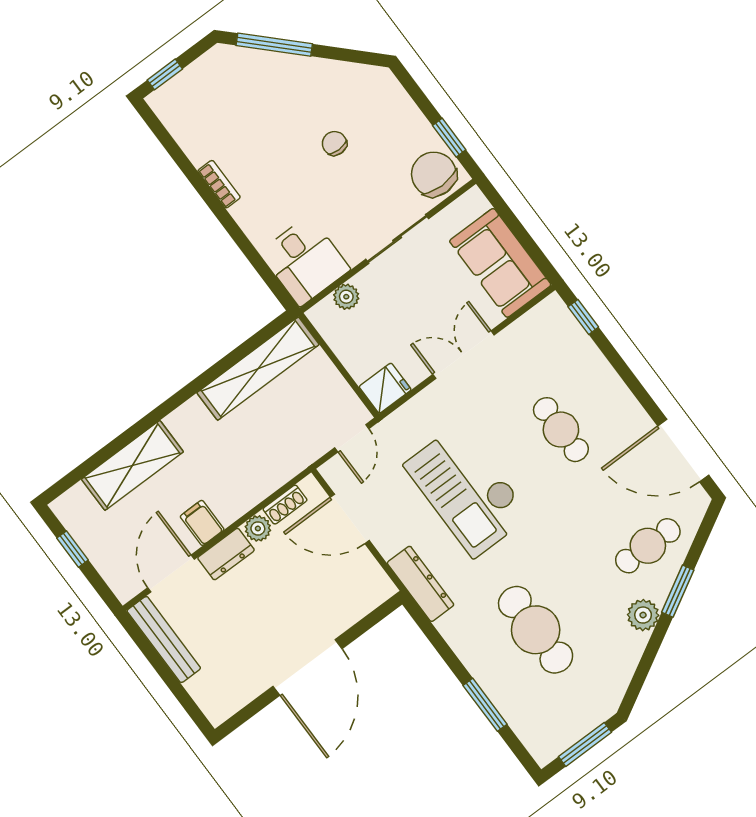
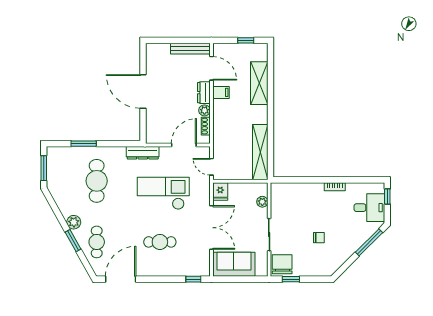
chair: (434, 174) -> (282, 264), turned -90
desk: (305, 261) -> (369, 208), moved, turned 180
double door: (463, 355) -> (211, 228), width x1.37
cafe table: (536, 630) -> (97, 181), turned 90

